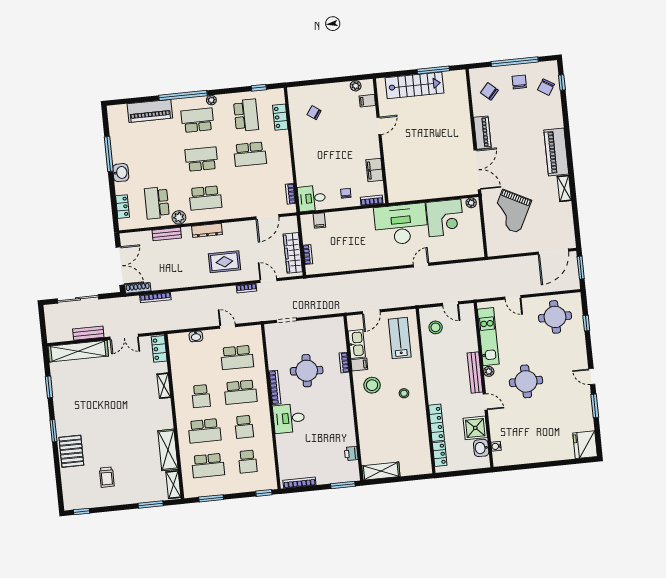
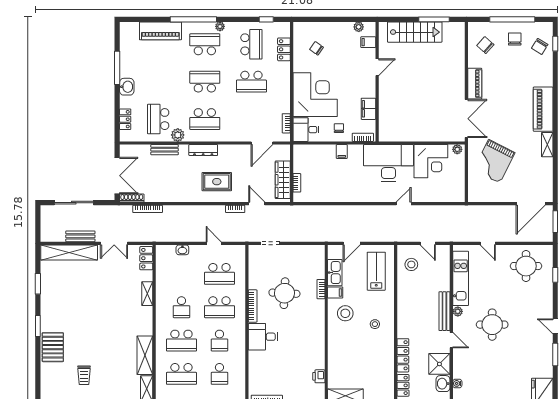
corner desk: (318, 161) -> (315, 95), added
filing cabinet: (319, 221) -> (342, 152), moved

